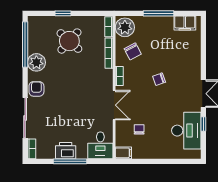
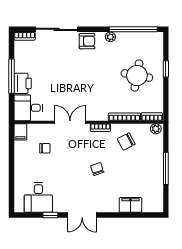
filing cabinet: (185, 23) -> (130, 205), moved, turned 90
plant: (125, 27) -> (156, 129), width x0.53, depth x0.53
round table: (69, 41) -> (137, 76), turned -32
plant: (36, 62) -> (110, 37), width x0.53, depth x0.53
double door: (114, 105) -> (70, 122), swing flipped
desk: (186, 131) -> (38, 197), width x0.73
printer: (66, 151) -> (23, 83), moved

